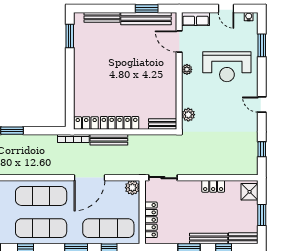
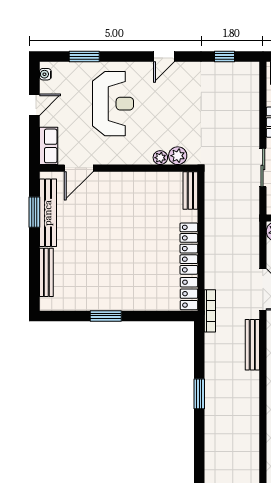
window: (70, 36) -> (106, 316), moved
plant: (187, 69) -> (160, 158), moved
bench: (109, 140) -> (252, 345), moved
sliding door: (163, 178) -> (263, 167), moved

